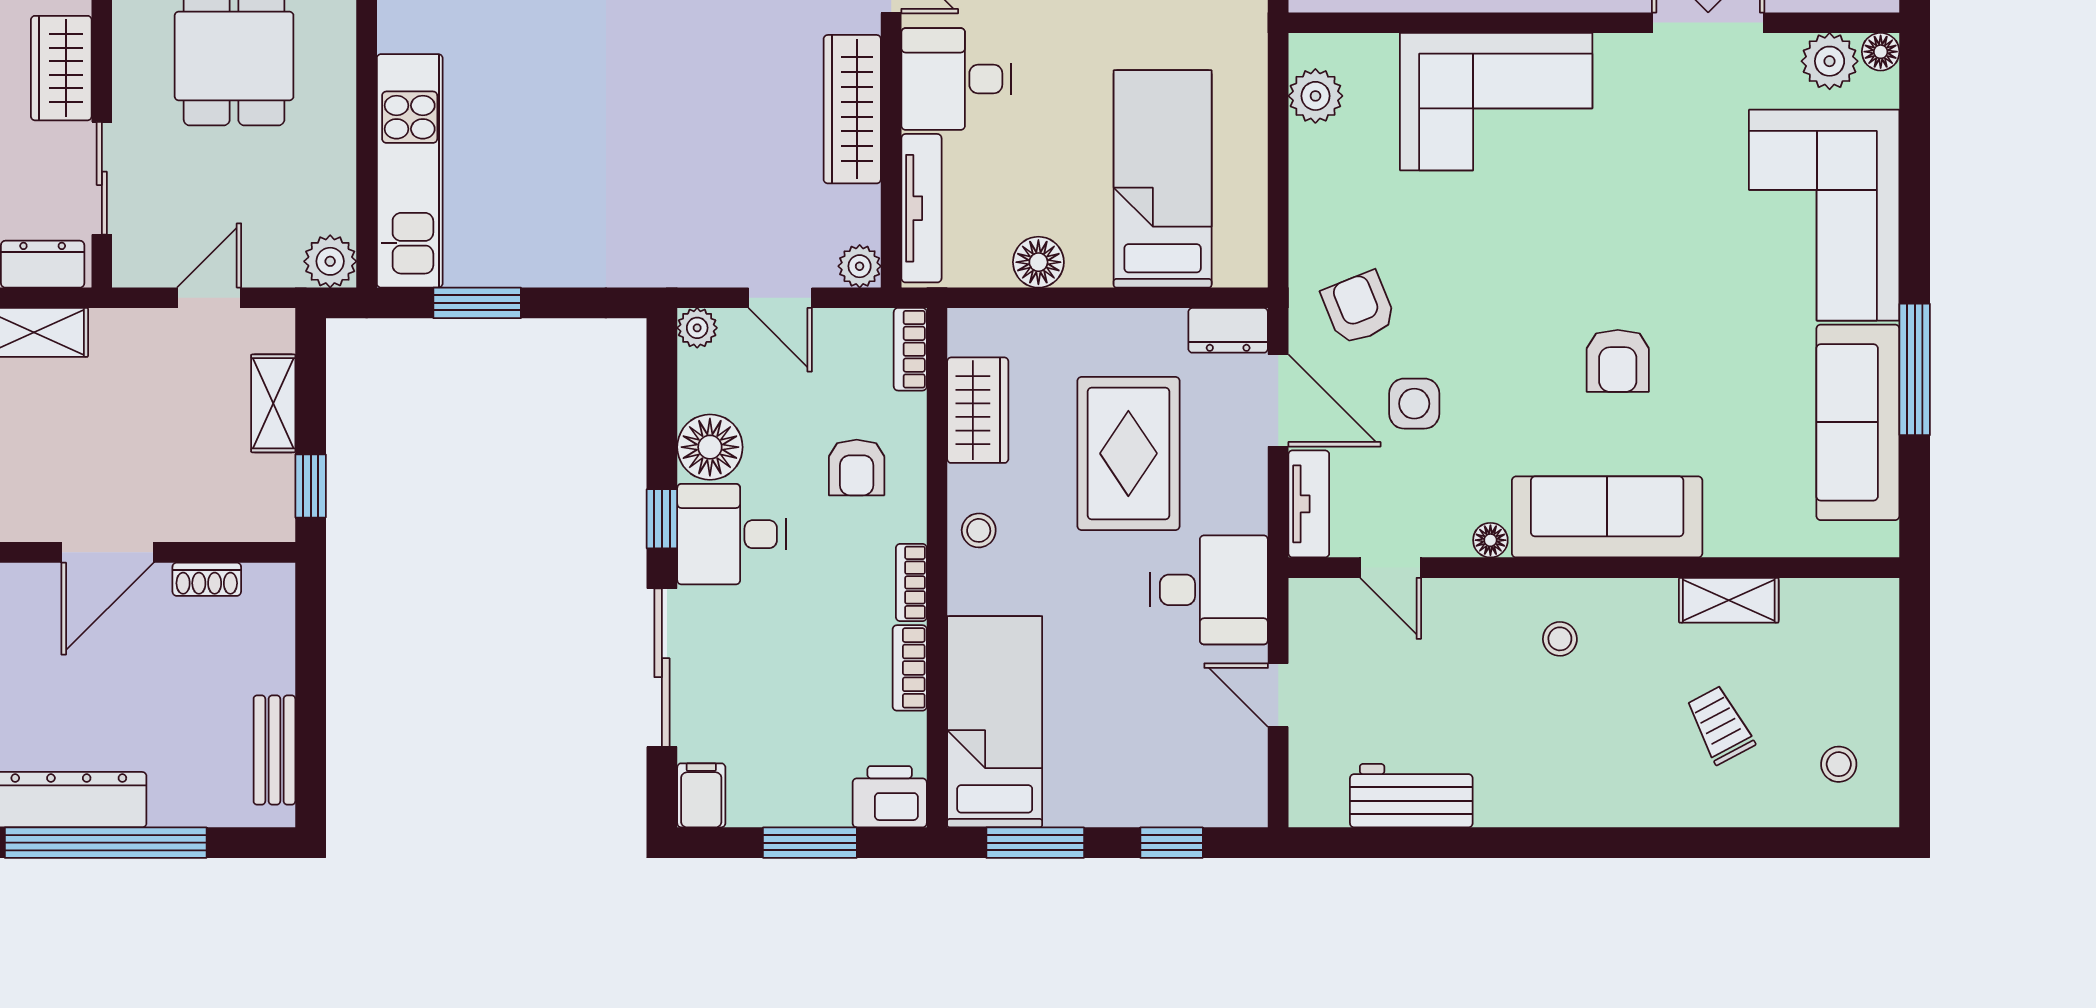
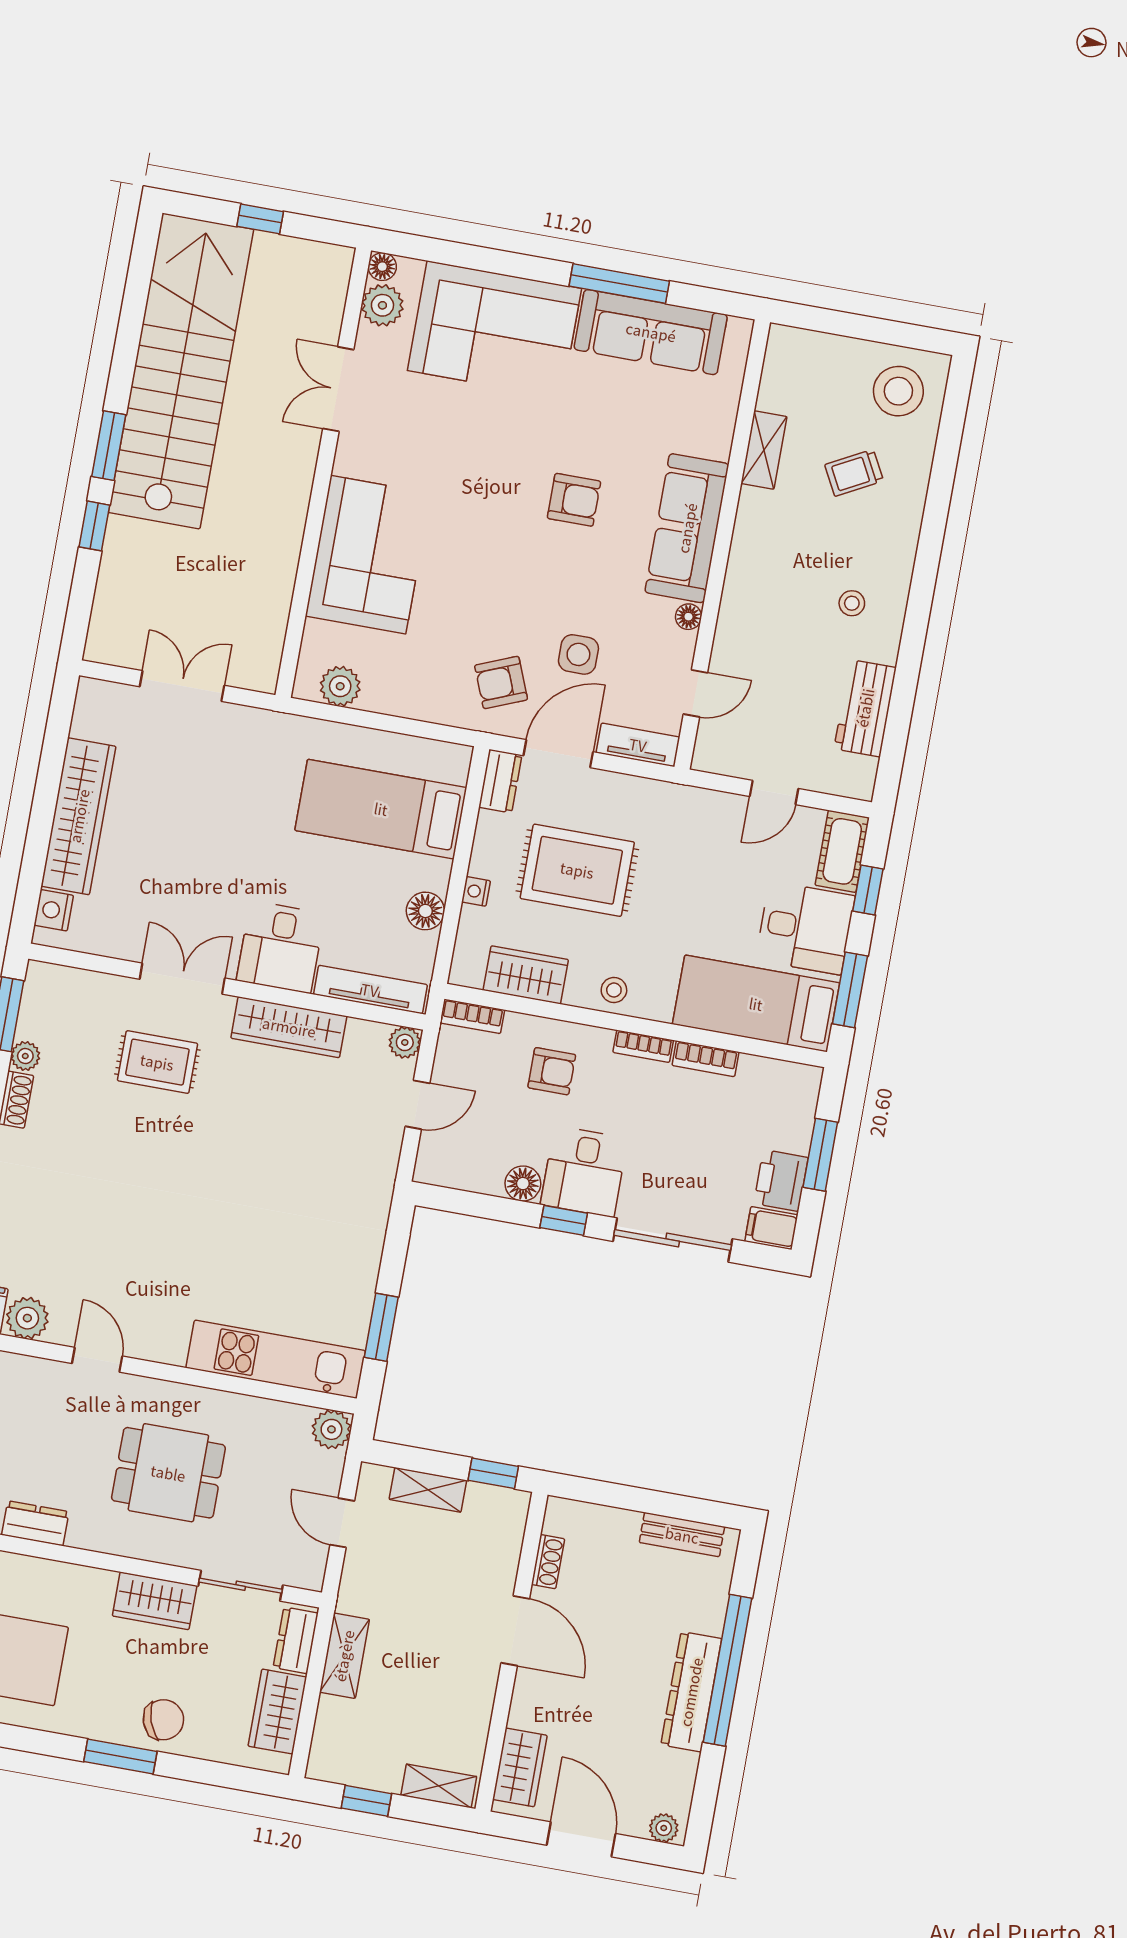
nightstand: (1076, 325) -> (476, 891), added
plant: (697, 328) -> (429, 1169), removed
floor lamp: (710, 447) -> (523, 1184), width x0.73, depth x0.73
desk: (1209, 590) -> (805, 928), moved, turned 90
stool: (1560, 639) -> (852, 603), moved
stool: (1839, 764) -> (898, 391), width x1.89, depth x1.89
printer: (890, 797) -> (781, 1180), moved
cot: (1217, 799) -> (842, 851), added

